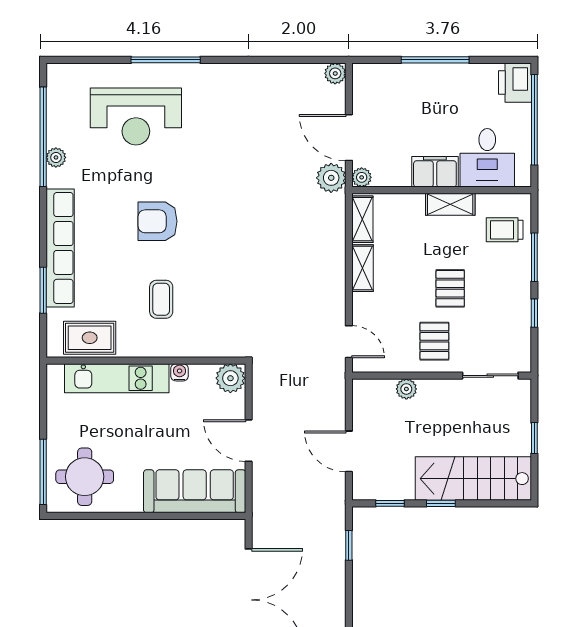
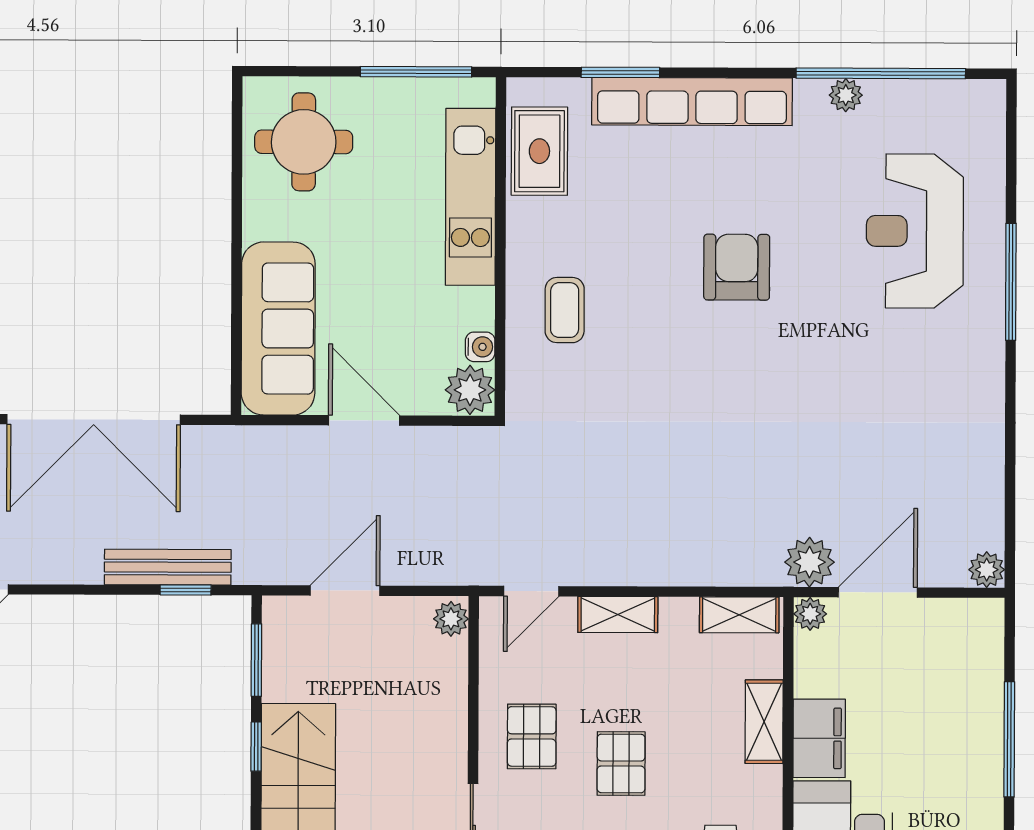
shelving: (450, 204) -> (764, 722), moved
shelving: (362, 268) -> (618, 615), moved
pallet: (450, 288) -> (621, 763), turned 90
coffee table: (161, 299) -> (565, 310), moved, turned 90
pallet: (434, 341) -> (532, 736), turned 90
water cooler: (180, 372) -> (480, 347), moved
plant: (406, 389) -> (451, 619), moved
door: (249, 441) -> (364, 420), hinge flipped
window: (43, 472) -> (416, 72), moved
window: (390, 503) -> (256, 660), width x1.50
bench: (335, 556) -> (168, 567), added

